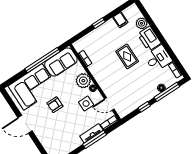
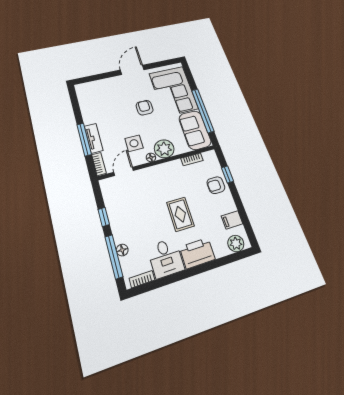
window: (99, 23) -> (227, 174), moved
plant: (142, 23) -> (236, 243), moved
armchair: (99, 37) -> (216, 185), added
rug: (127, 56) -> (180, 214), turned 90

